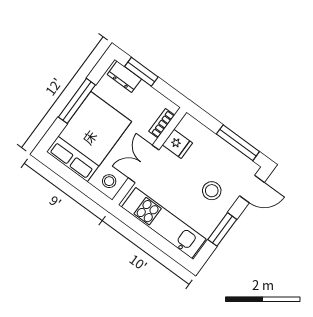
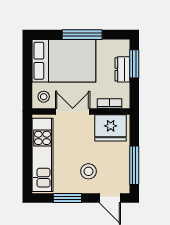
dresser: (124, 77) -> (122, 69), moved
fridge: (177, 144) -> (111, 128), width x1.88, depth x1.34

